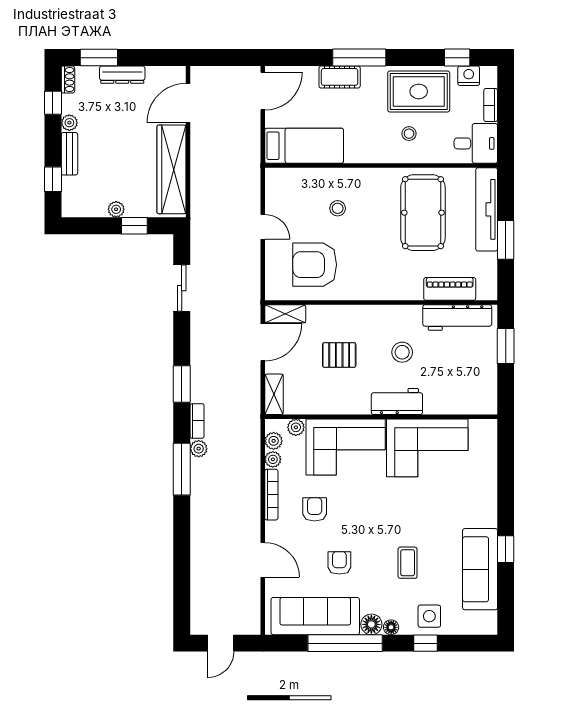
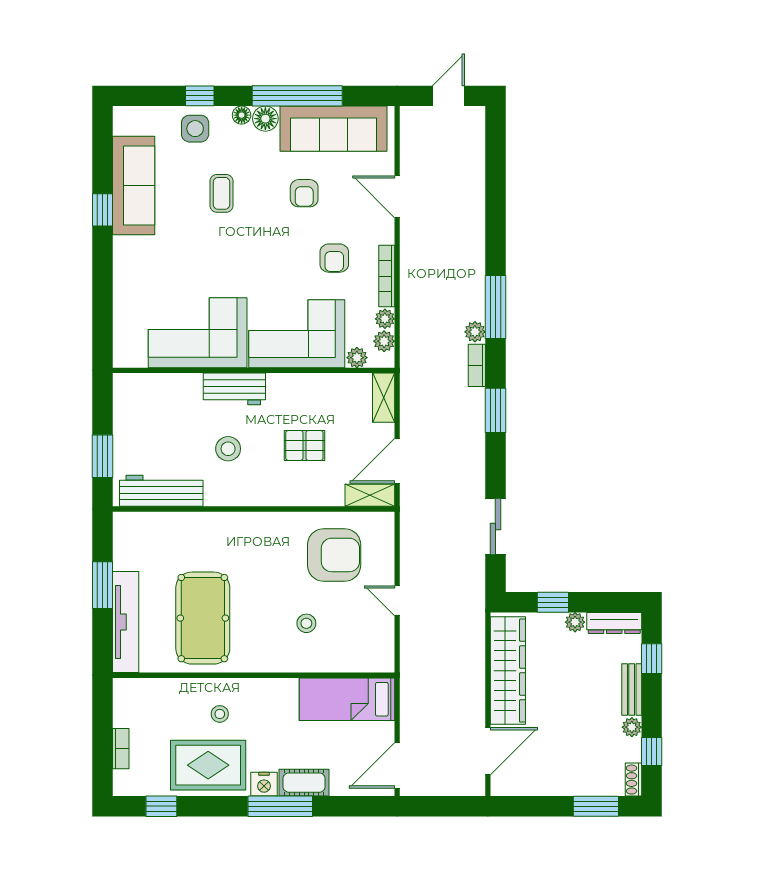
dresser: (122, 75) -> (614, 623), moved, turned 180
nightstand: (469, 76) -> (264, 784), moved
desk: (476, 143) -> (139, 702), removed
piano: (450, 289) -> (170, 526), removed

